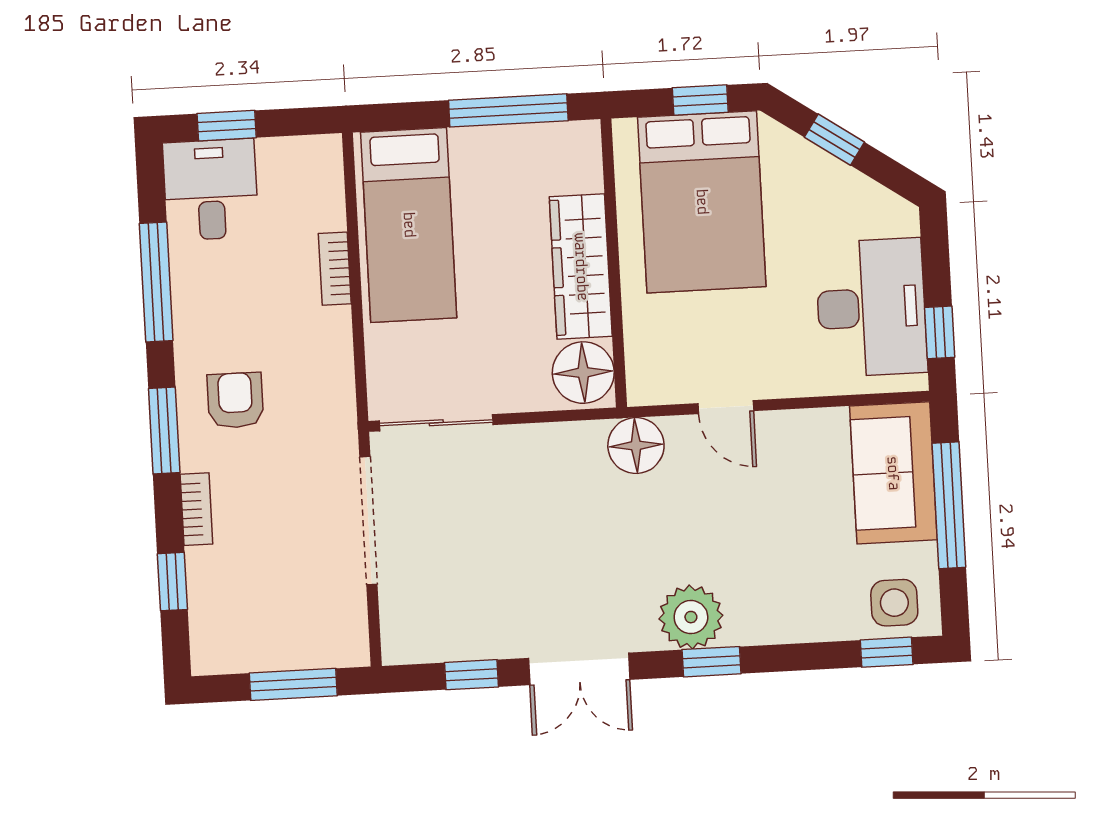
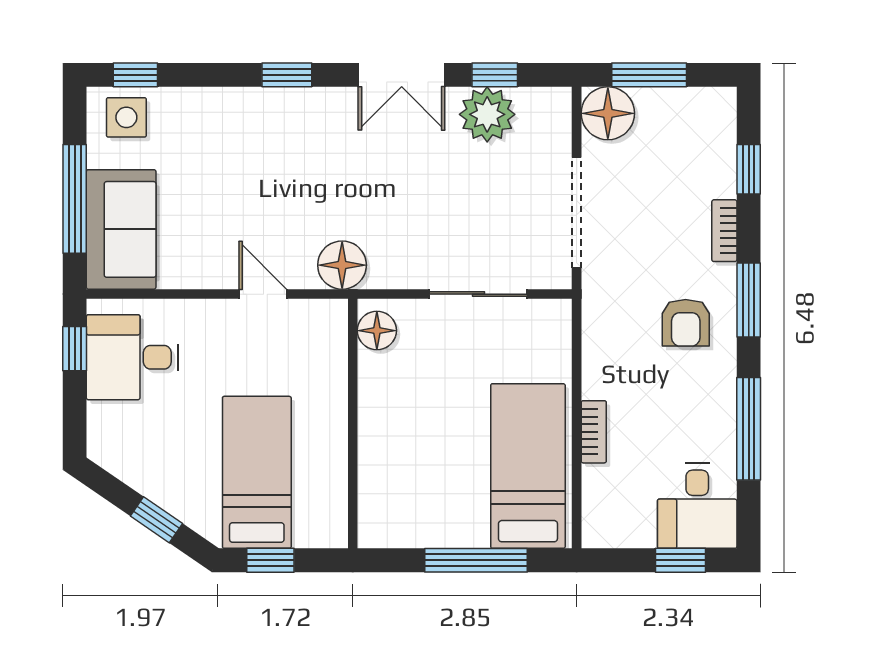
window: (508, 110) -> (476, 560), moved
bed: (702, 202) -> (257, 472), width x0.67
wardrobe: (581, 267) -> (381, 422), removed
desk: (871, 308) -> (132, 357), width x0.73
floor lamp: (583, 373) -> (377, 331), width x0.73, depth x0.73
sliding door: (436, 423) -> (478, 294), moved
plant: (691, 617) -> (487, 114), moved
floor lamp: (338, 637) -> (608, 113), added
double door: (579, 669) -> (402, 75), swing flipped

